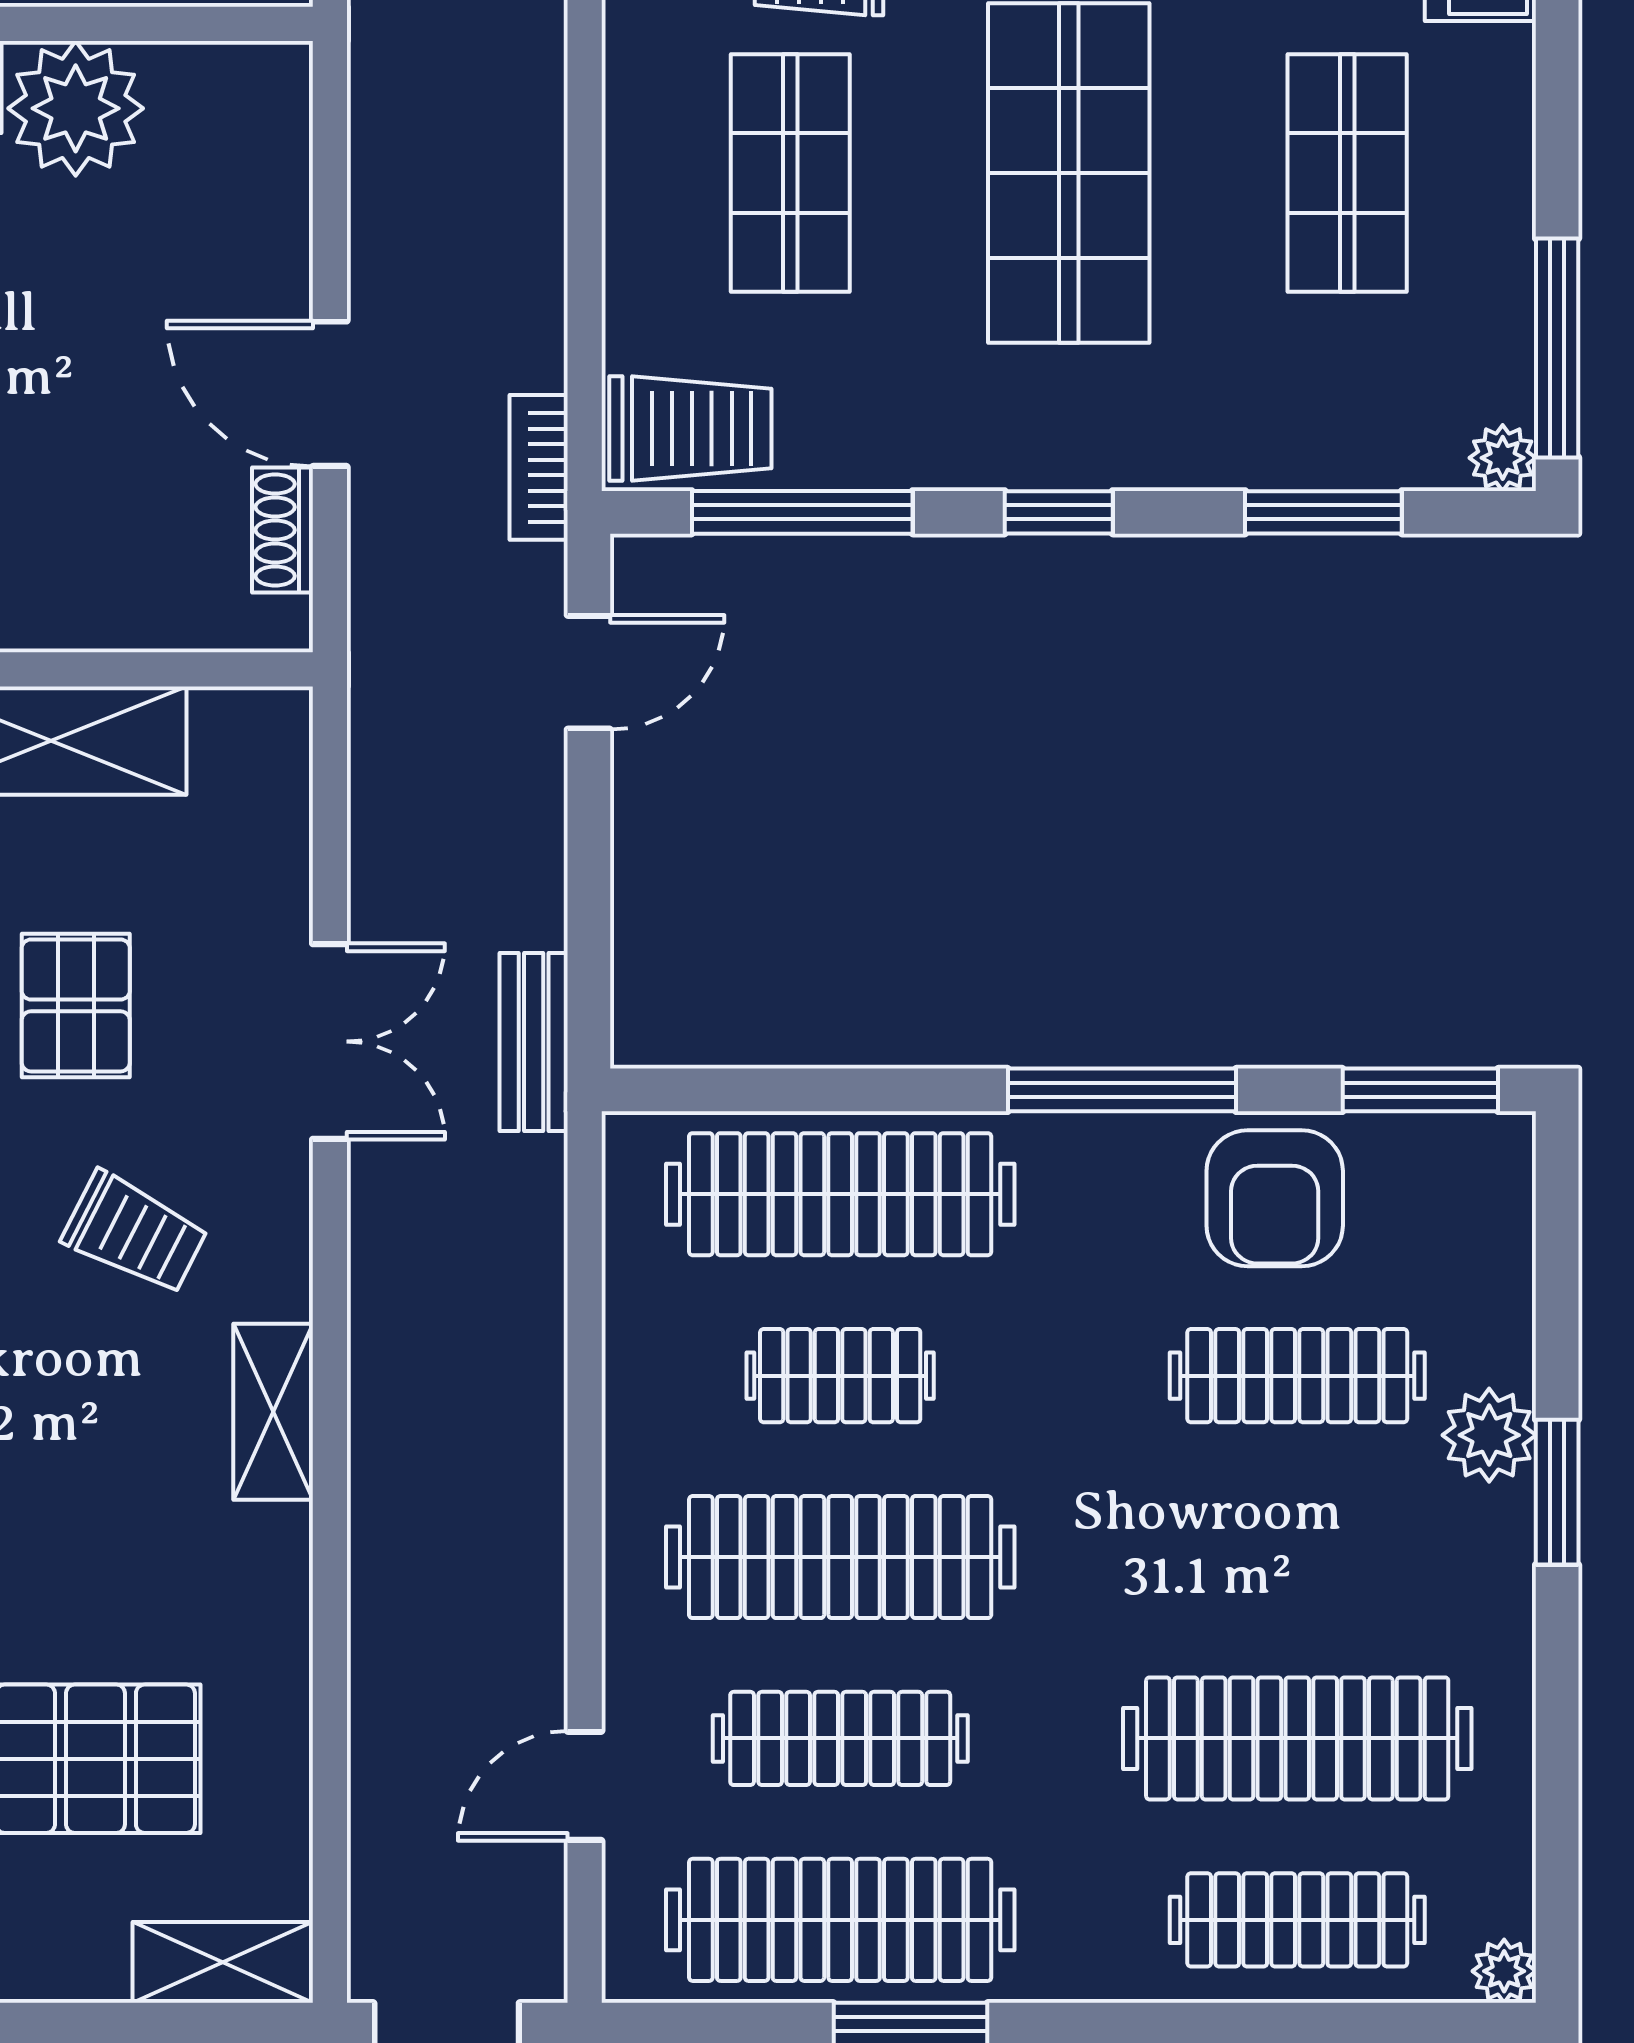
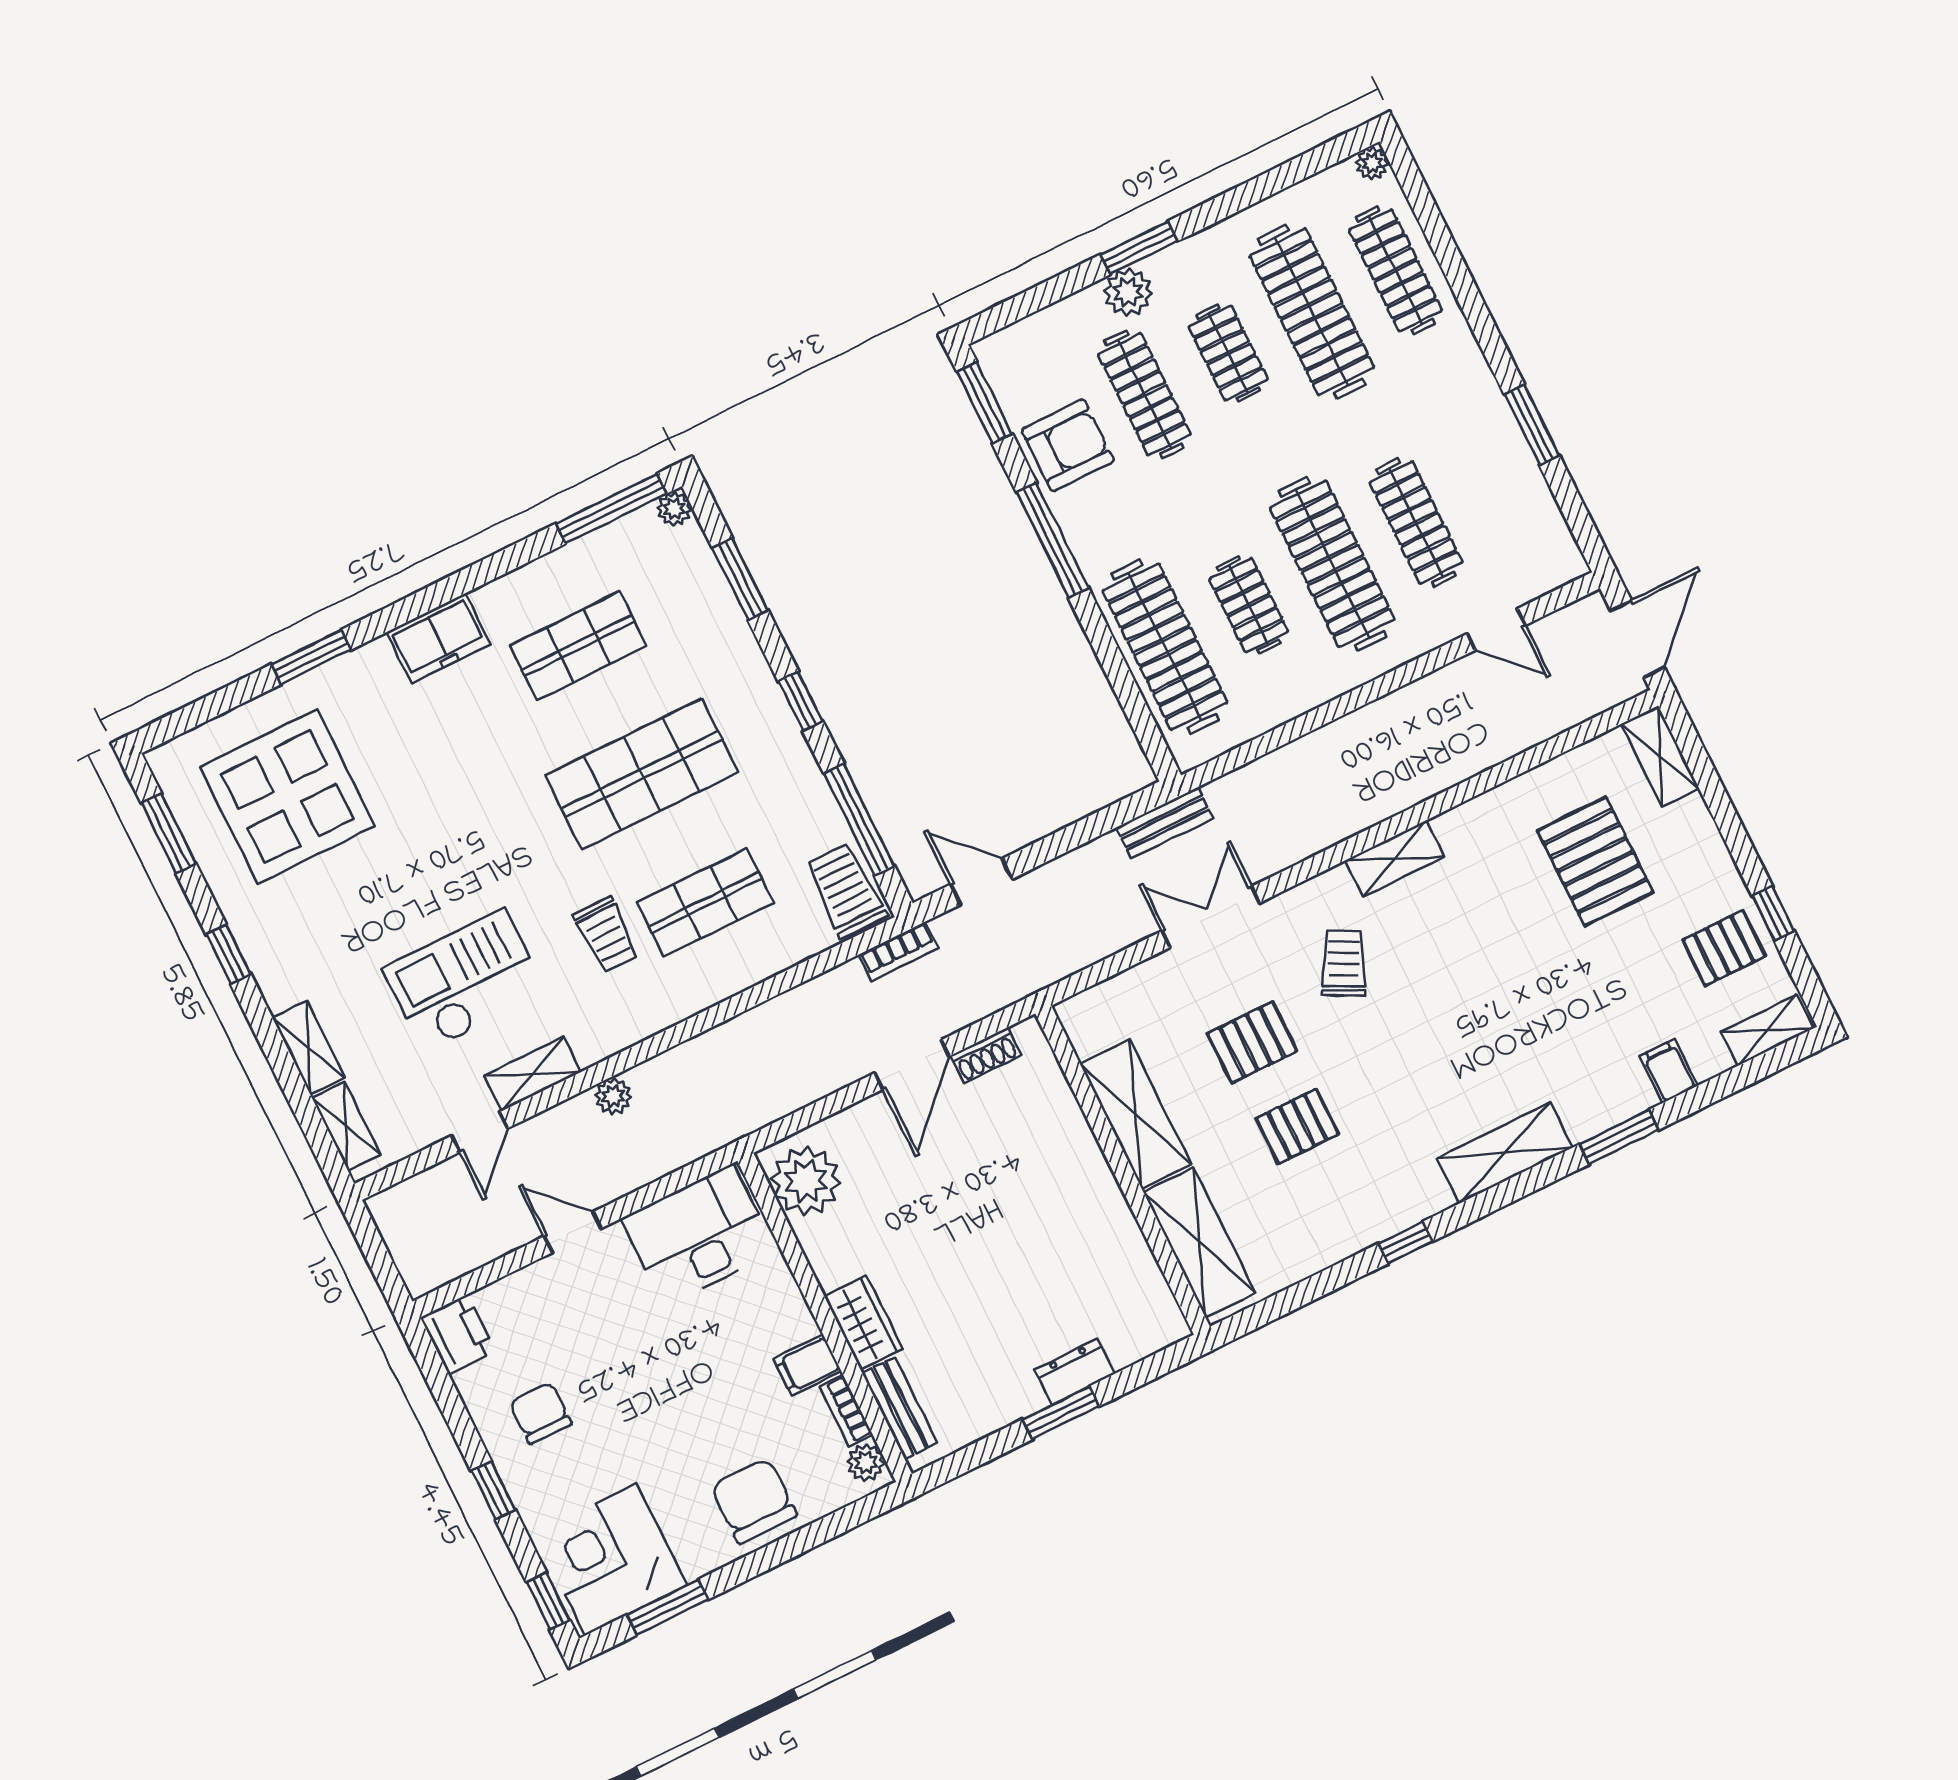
plant: (76, 108) -> (806, 1181), moved
clothes rail: (840, 1920) -> (1228, 353), moved, width x0.54, depth x0.76

